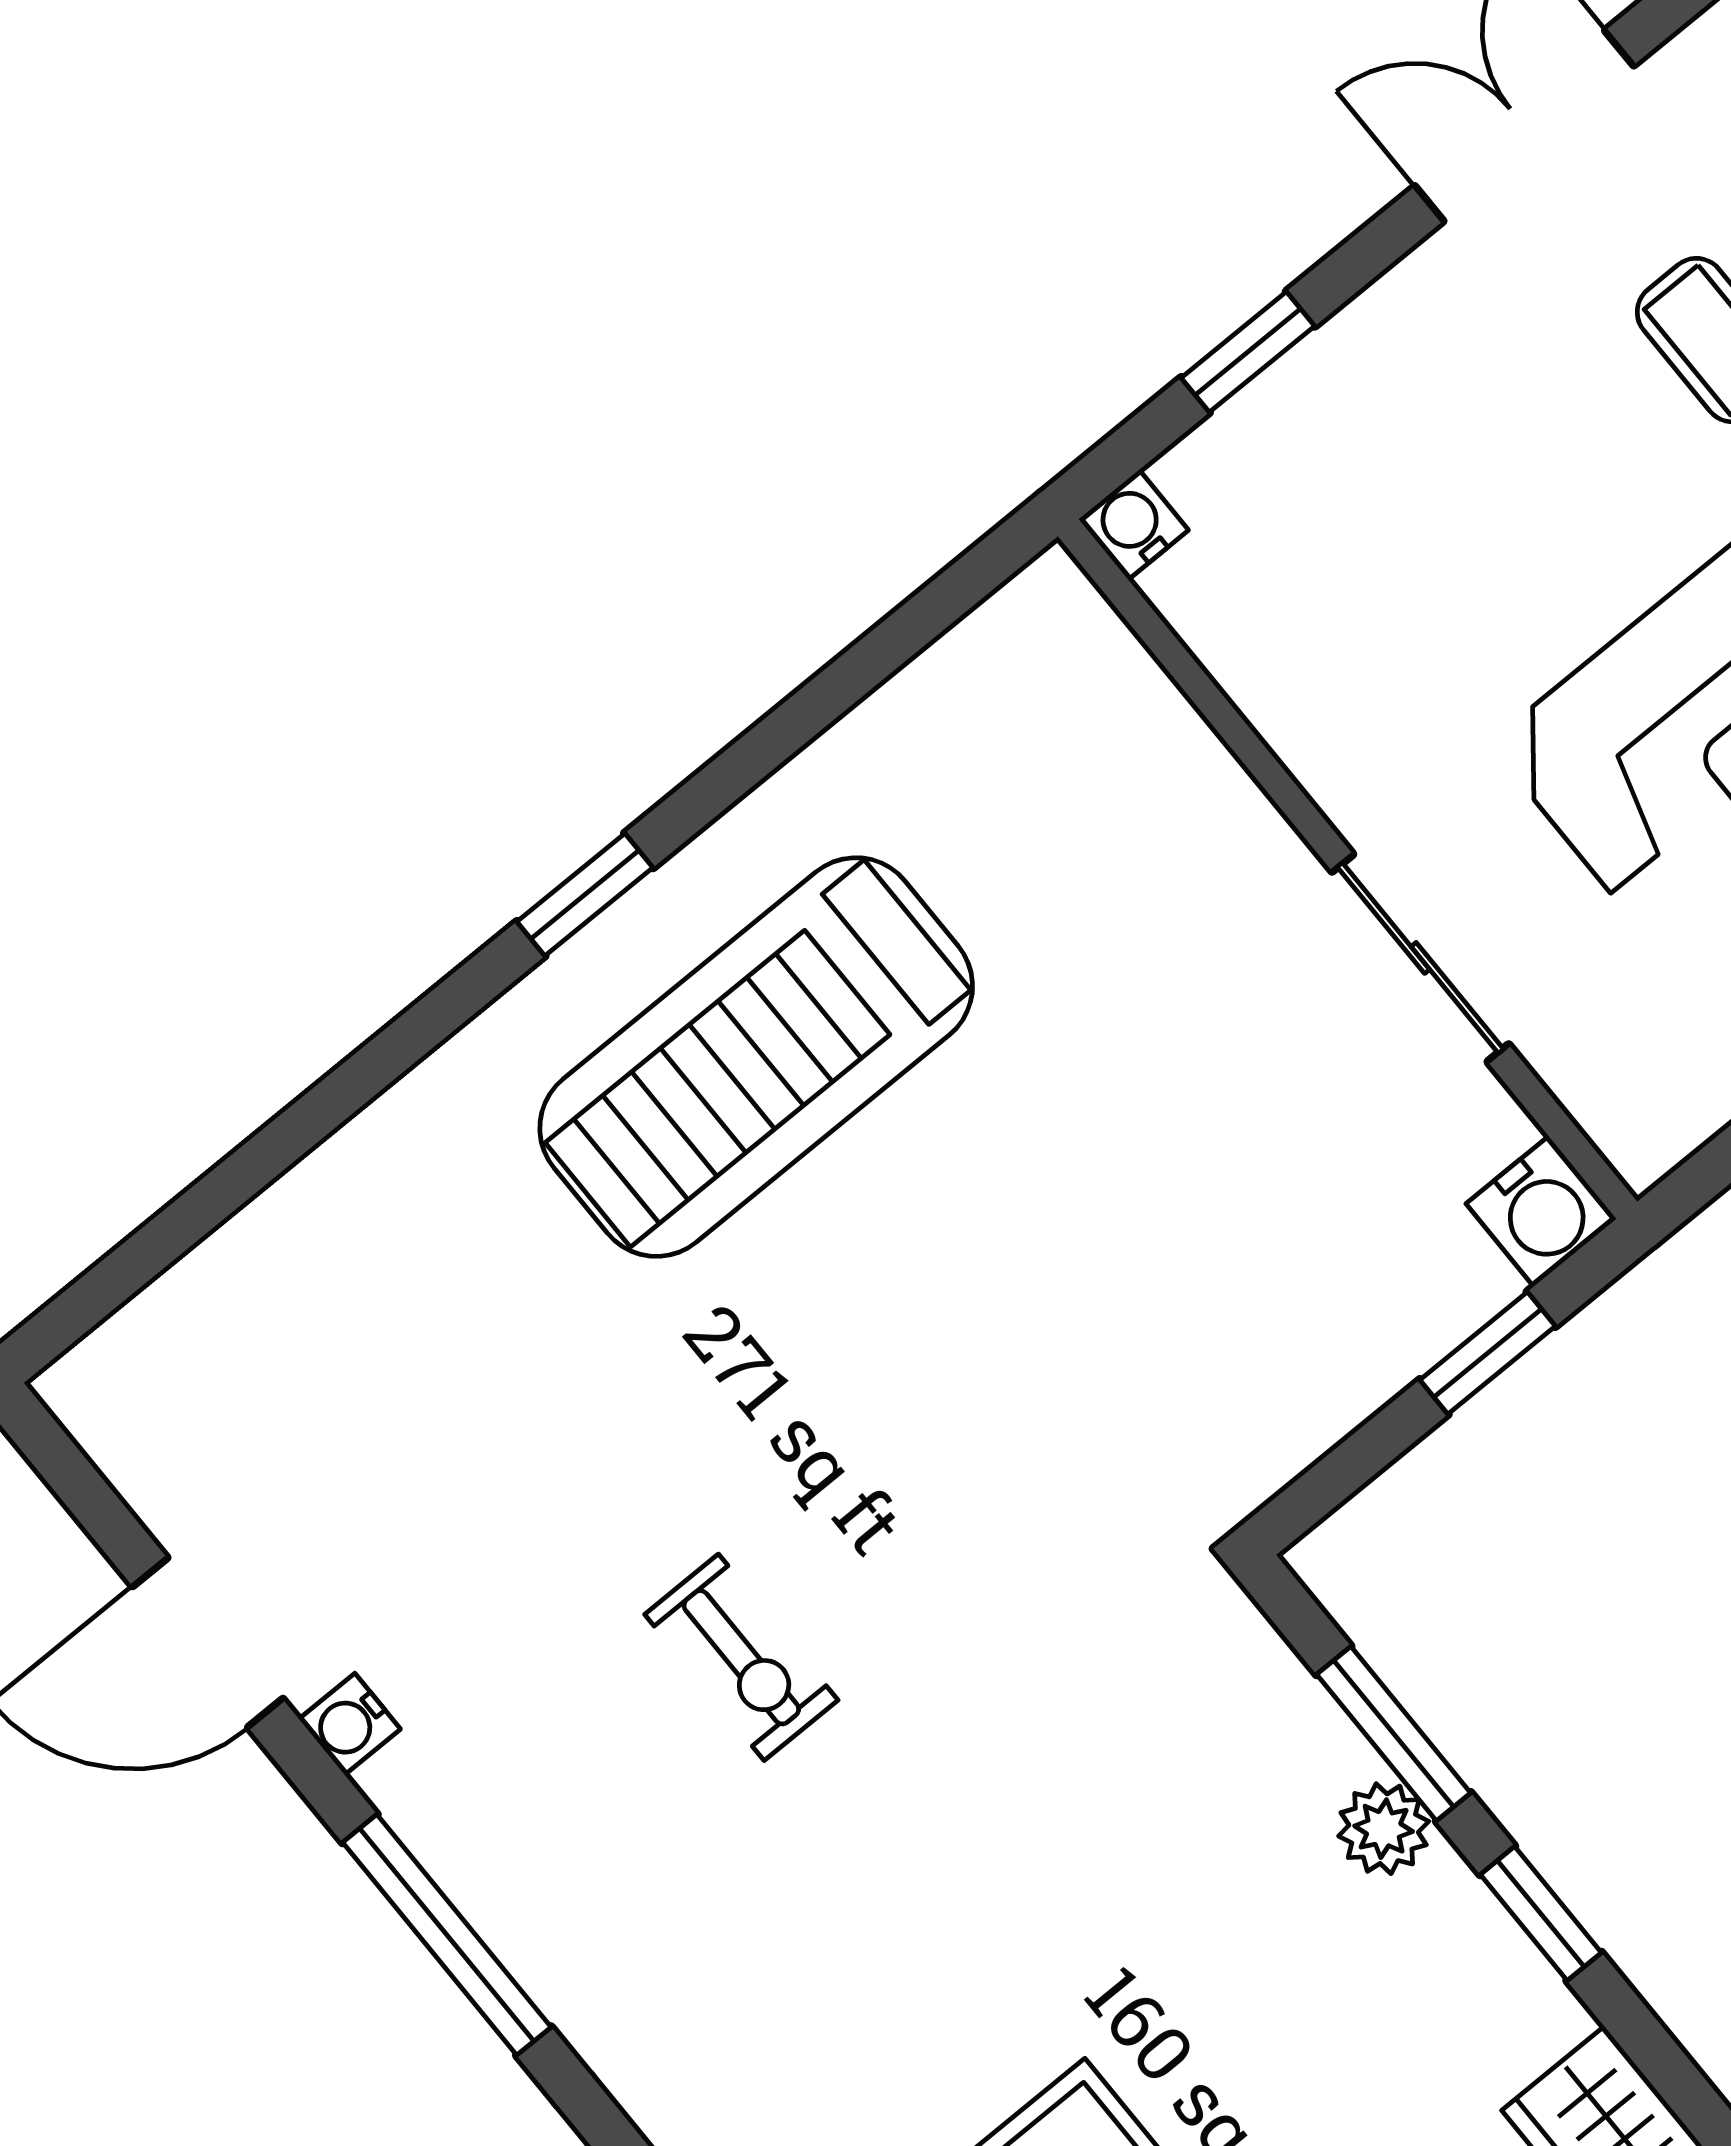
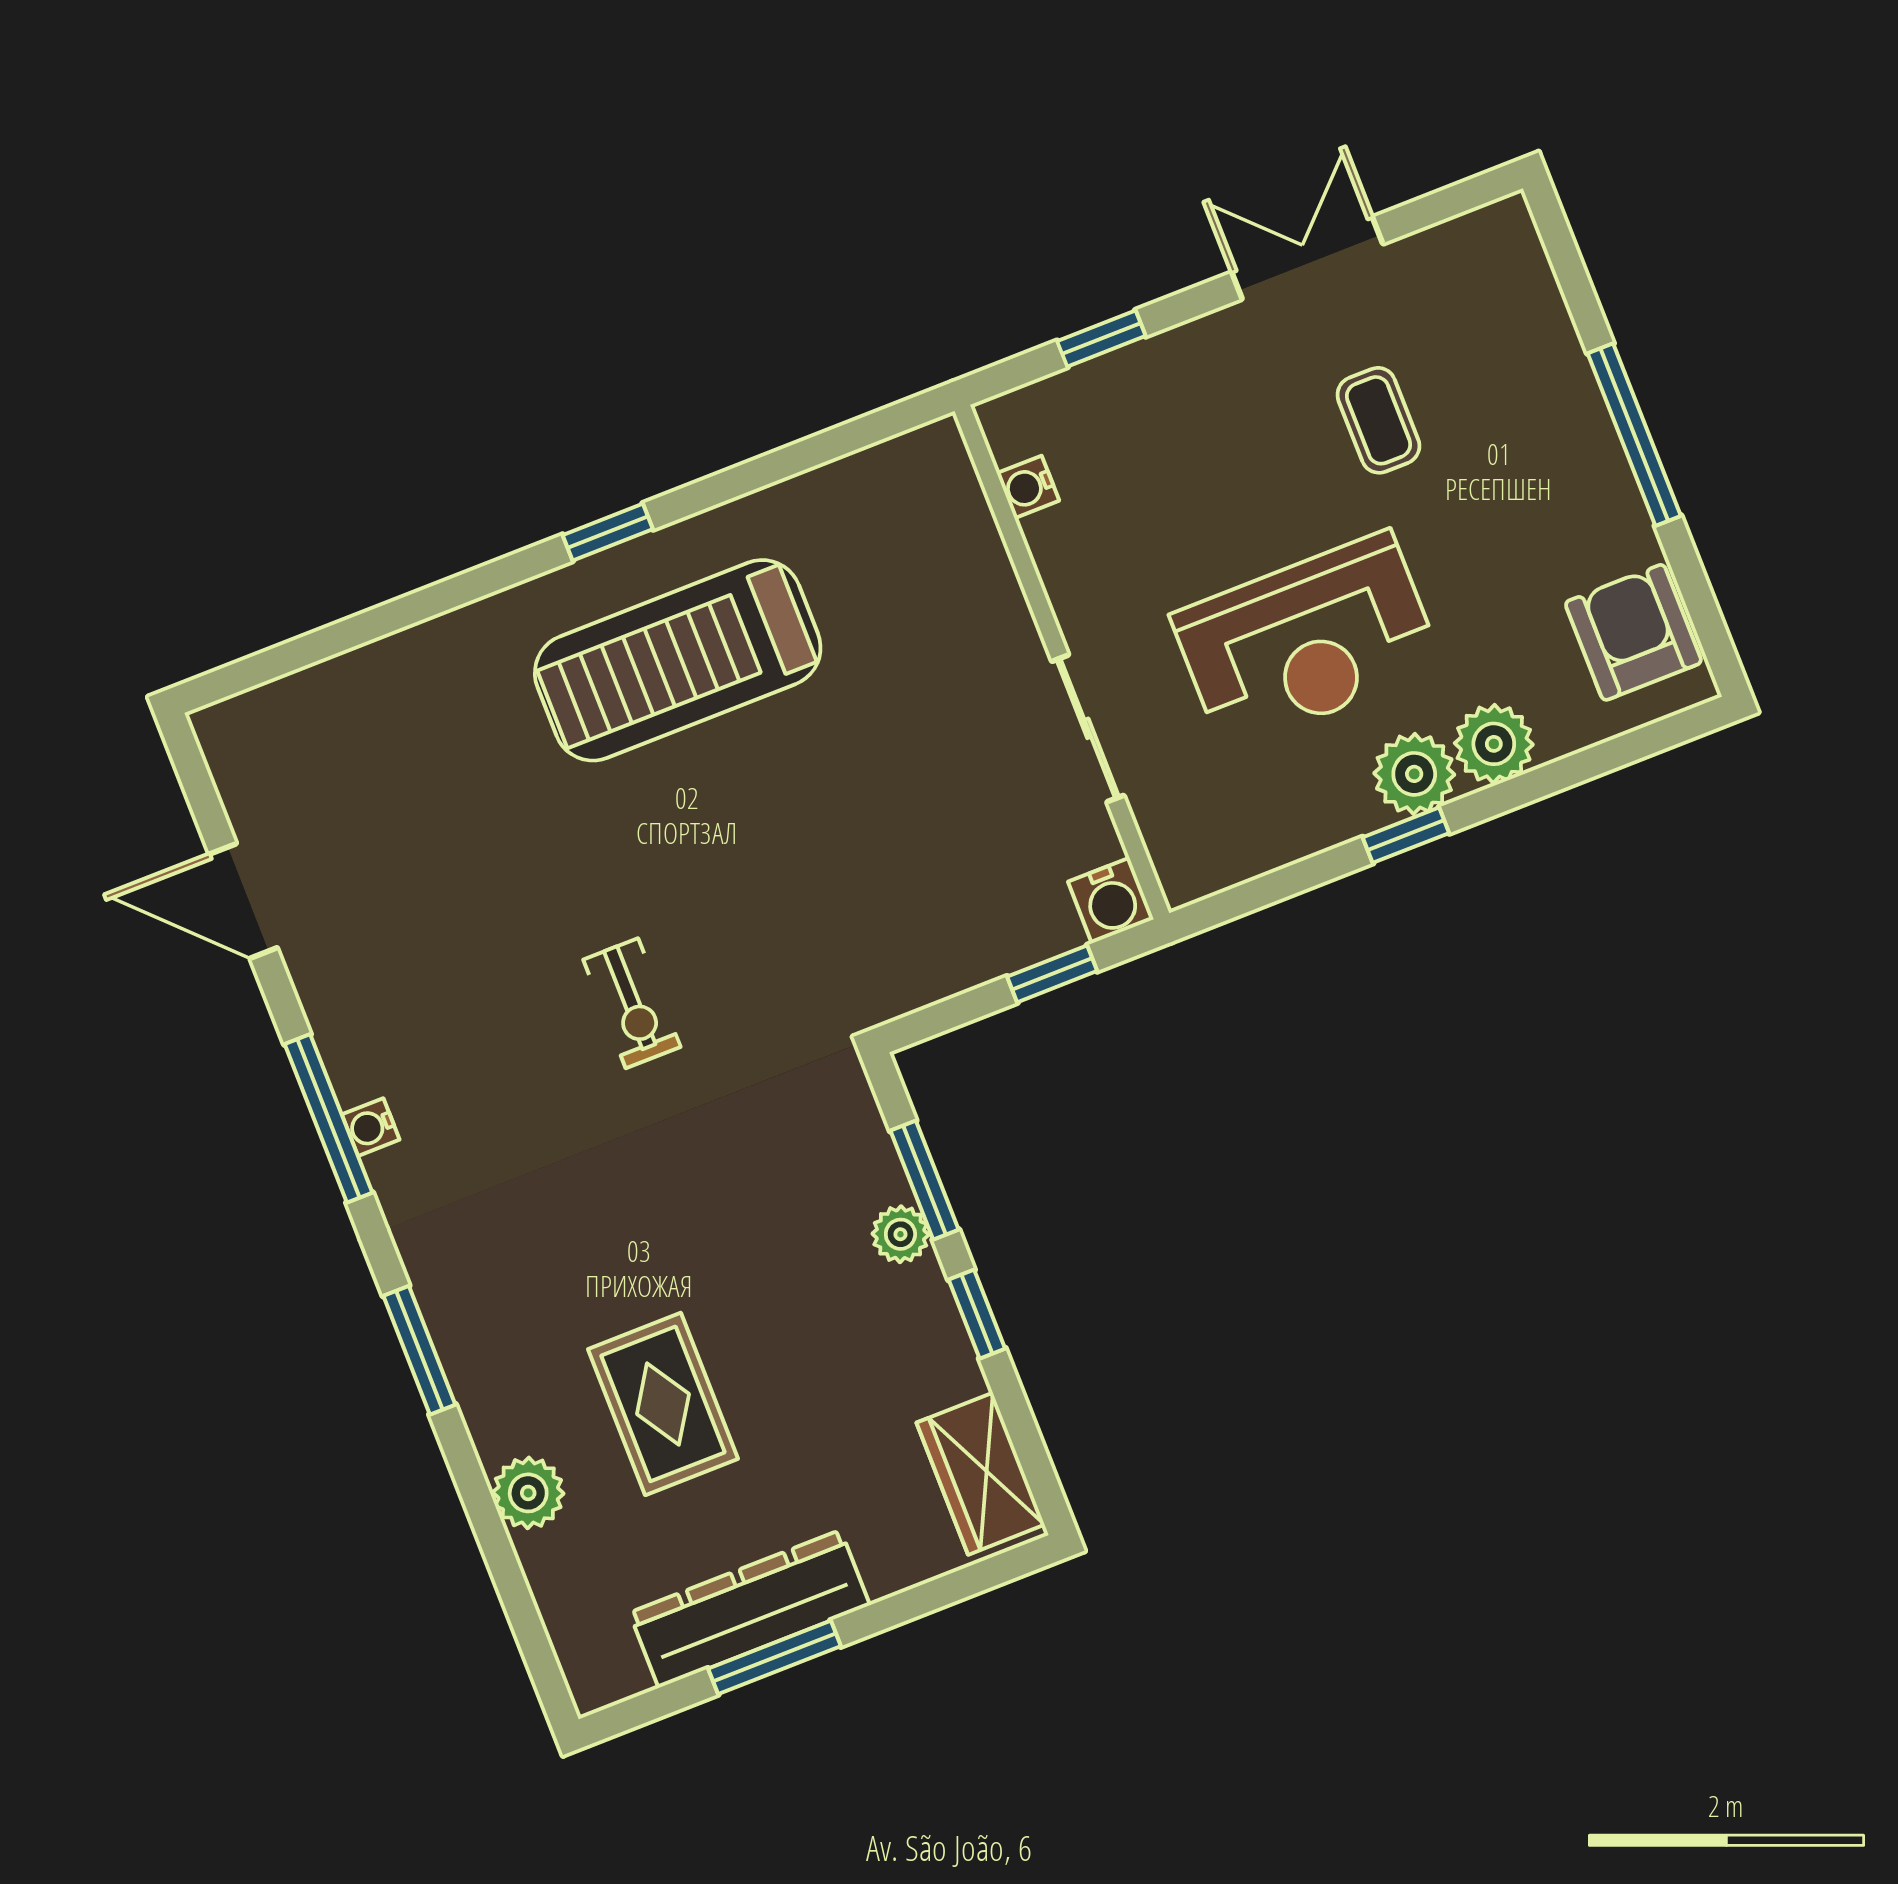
water cooler: (1134, 525) -> (1028, 487), moved, turned -90
exercise bike: (741, 1657) -> (632, 1003), moved
water cooler: (350, 1724) -> (371, 1127), moved

